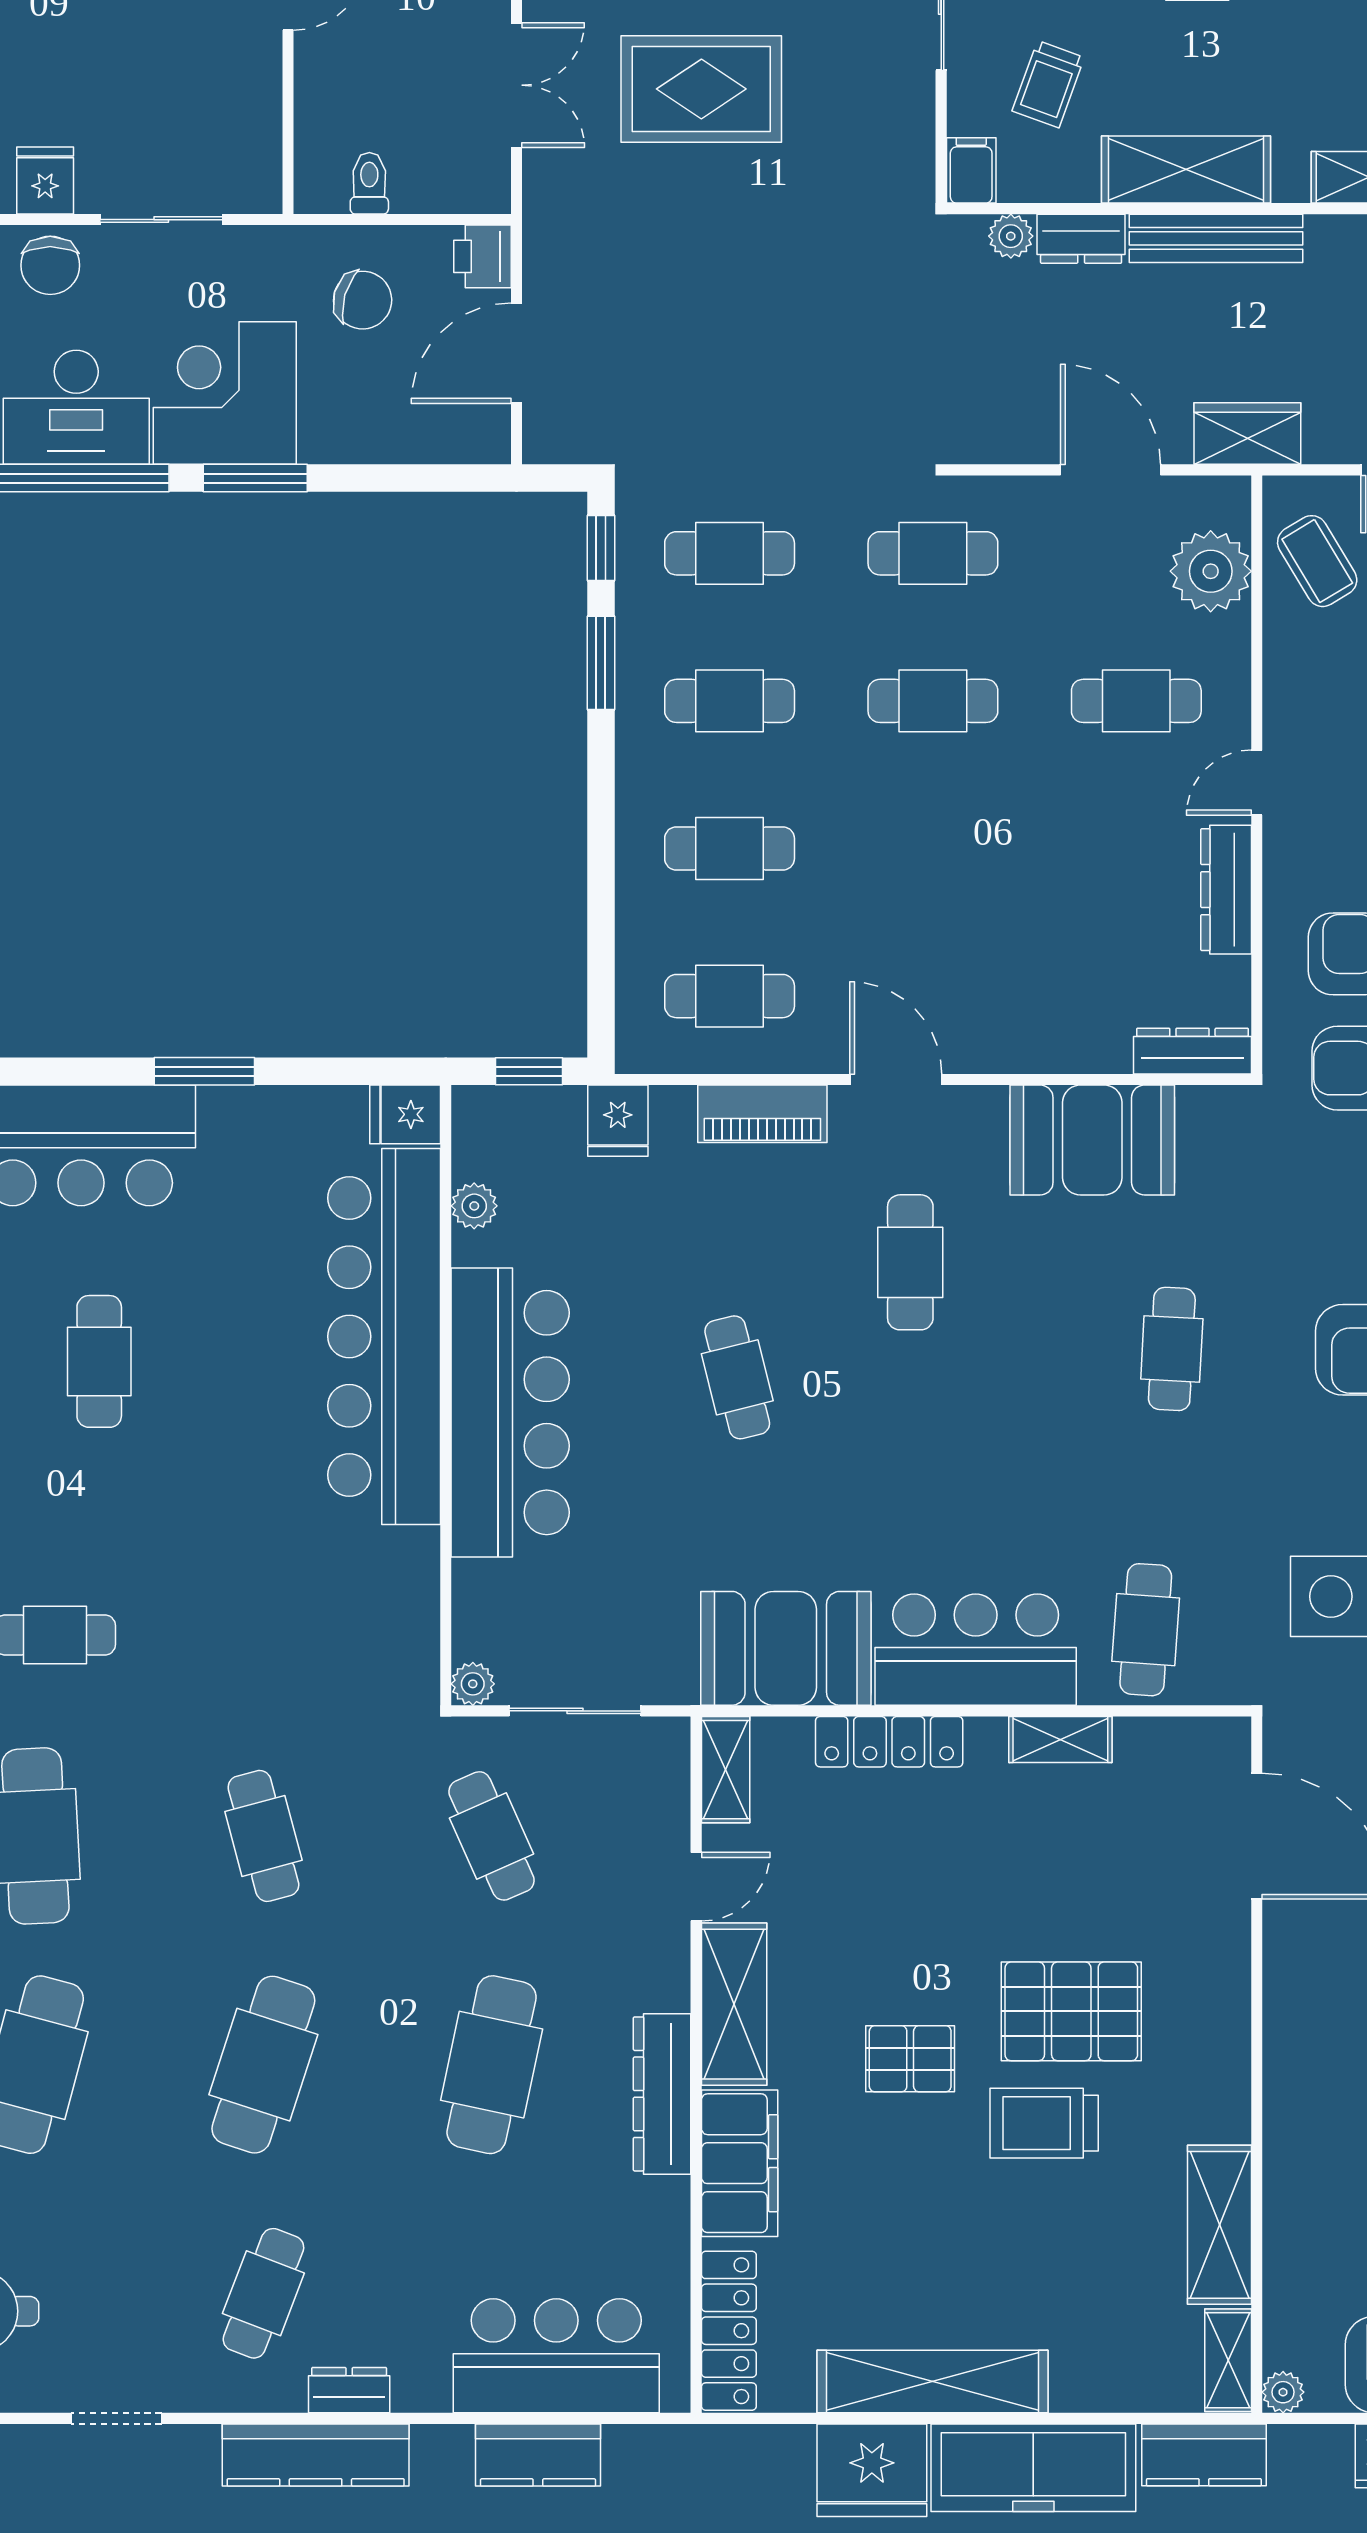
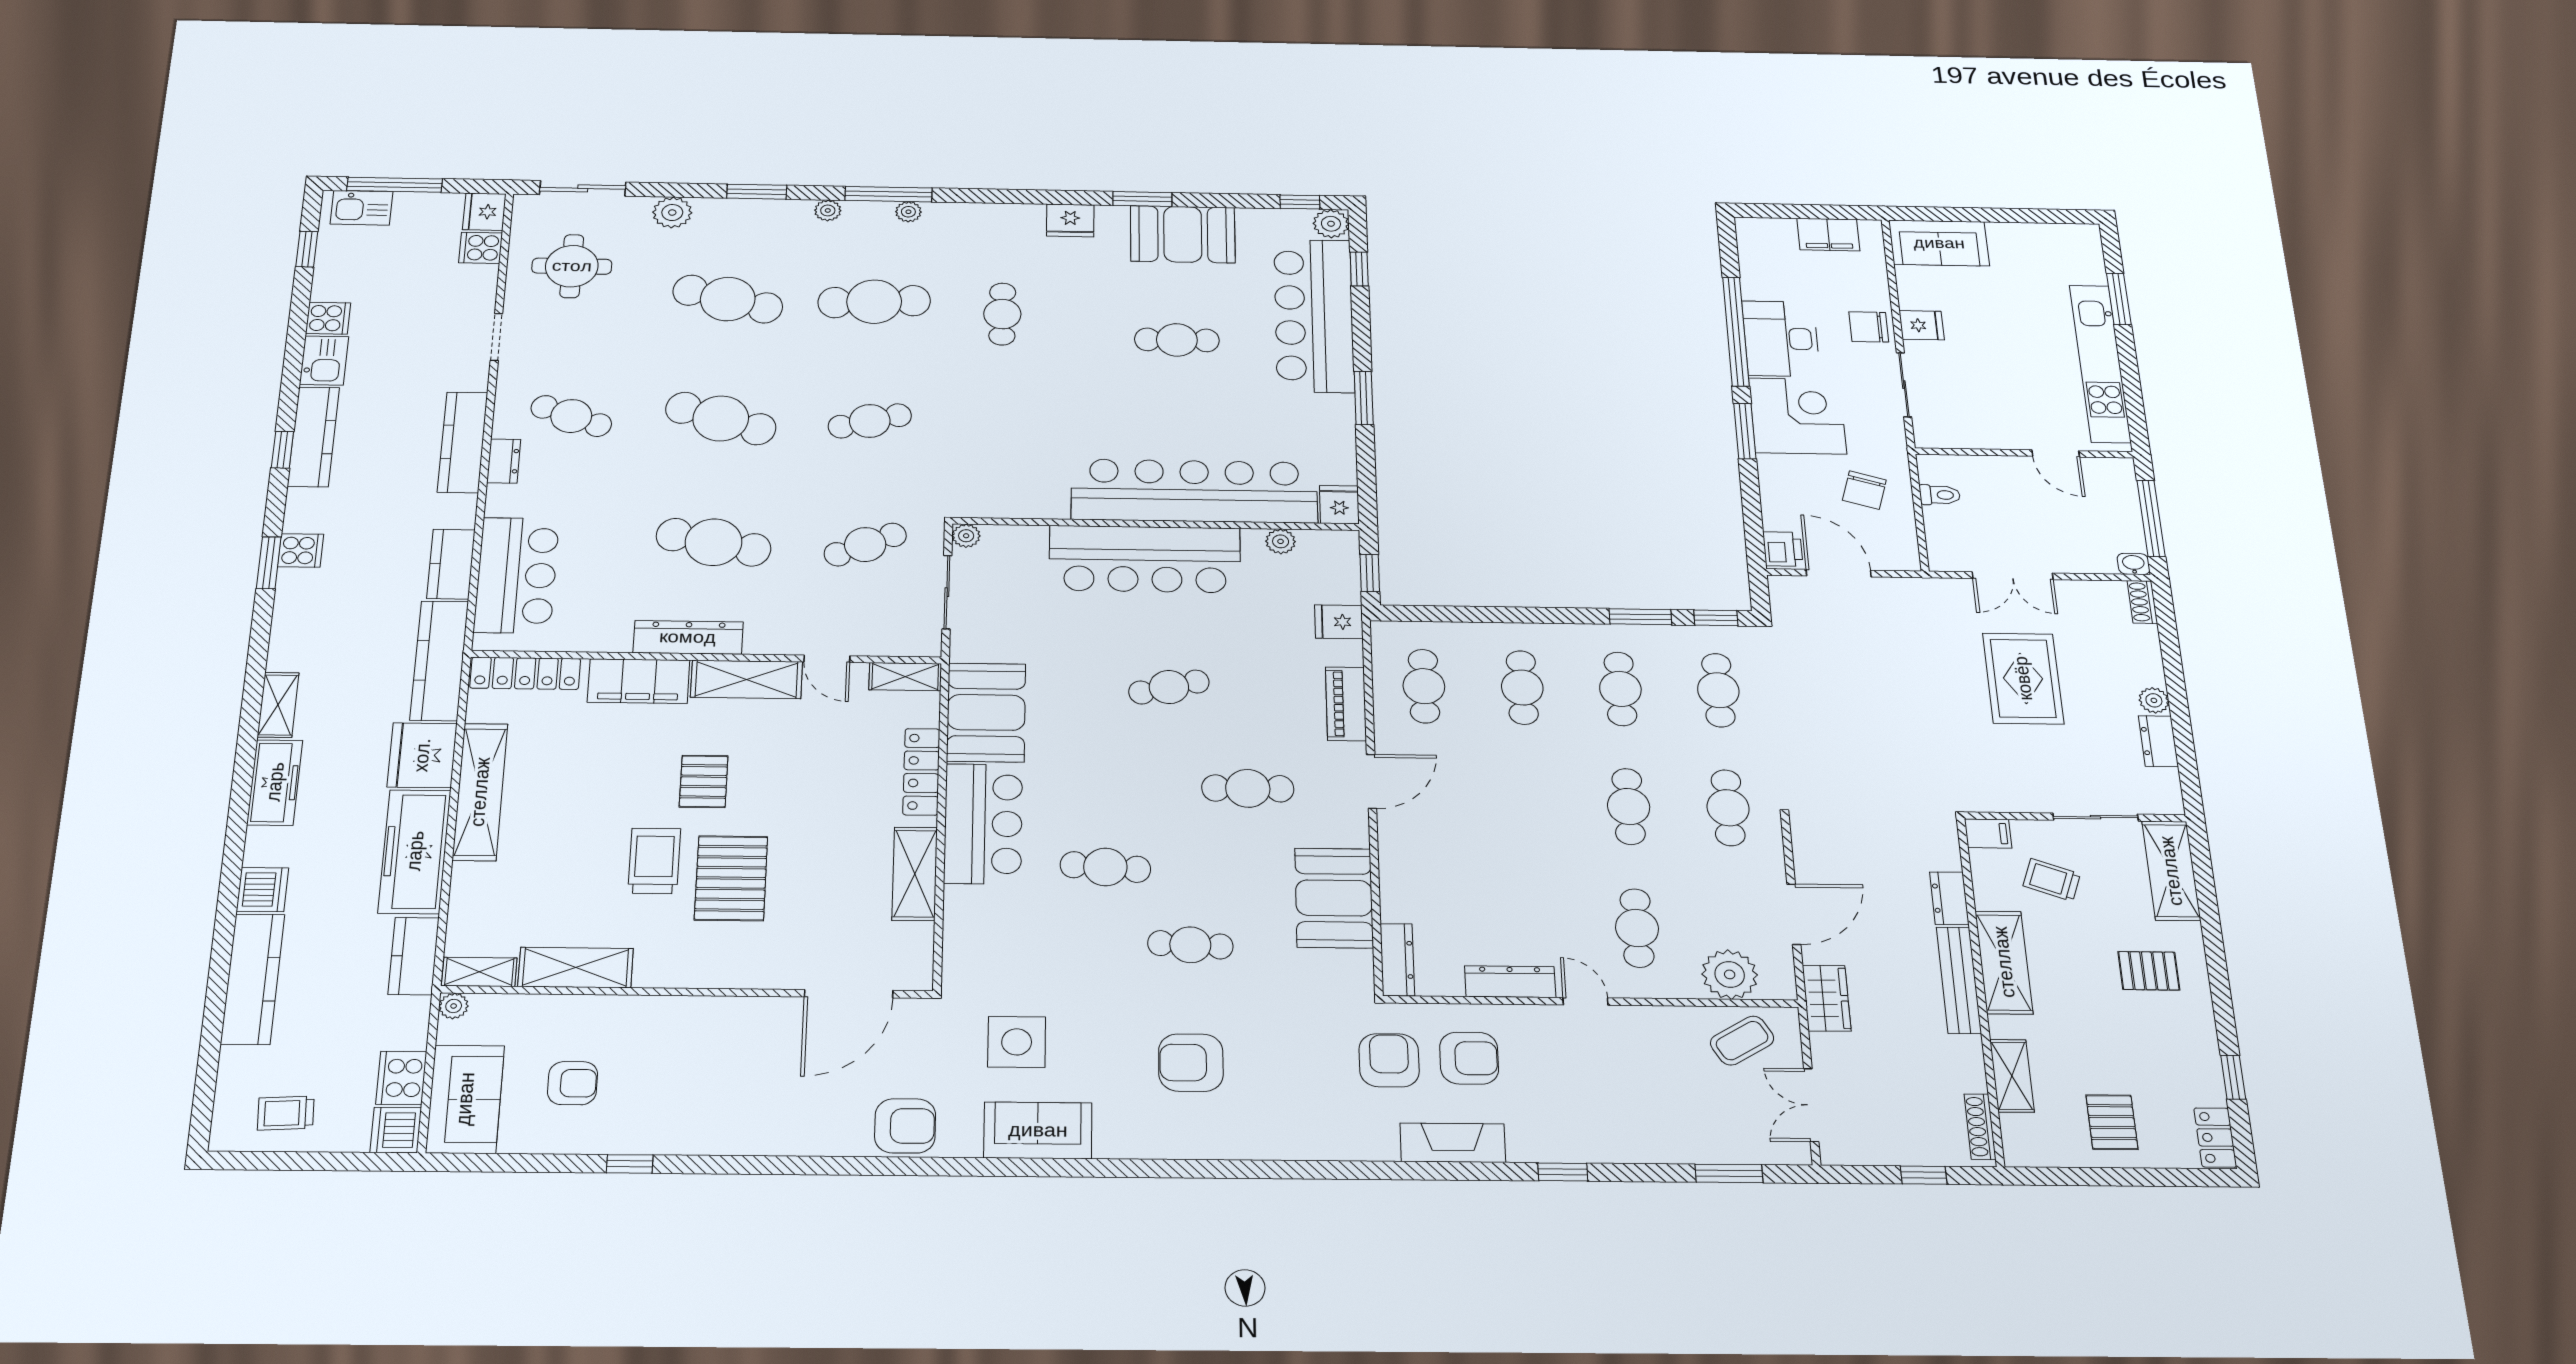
plant: (1011, 236) -> (1946, 856), removed
printer: (483, 256) -> (1783, 549), moved, turned 90
cafe table: (1146, 1630) -> (1105, 867), moved
shelving: (1060, 1740) -> (915, 874), width x1.50, depth x1.33
kitchen counter: (709, 2459) -> (439, 661), added

